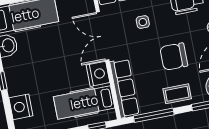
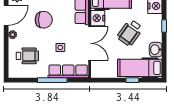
wheelchair: (49, 62) -> (130, 33), added

